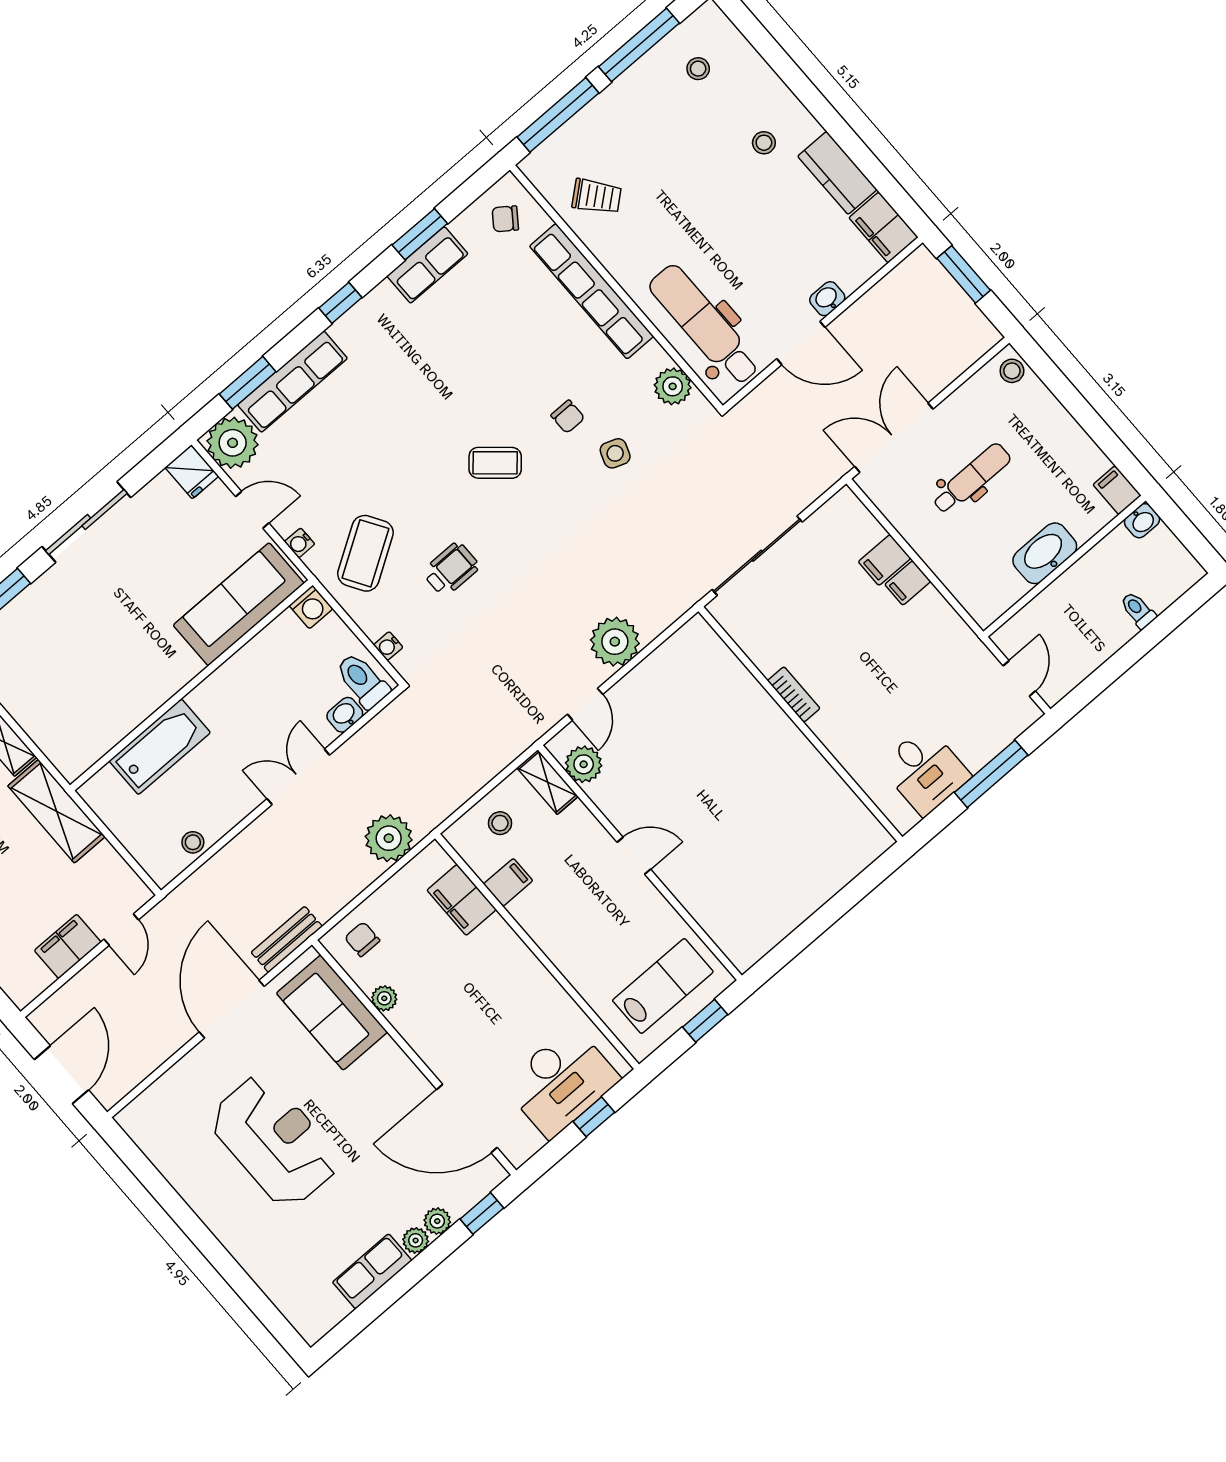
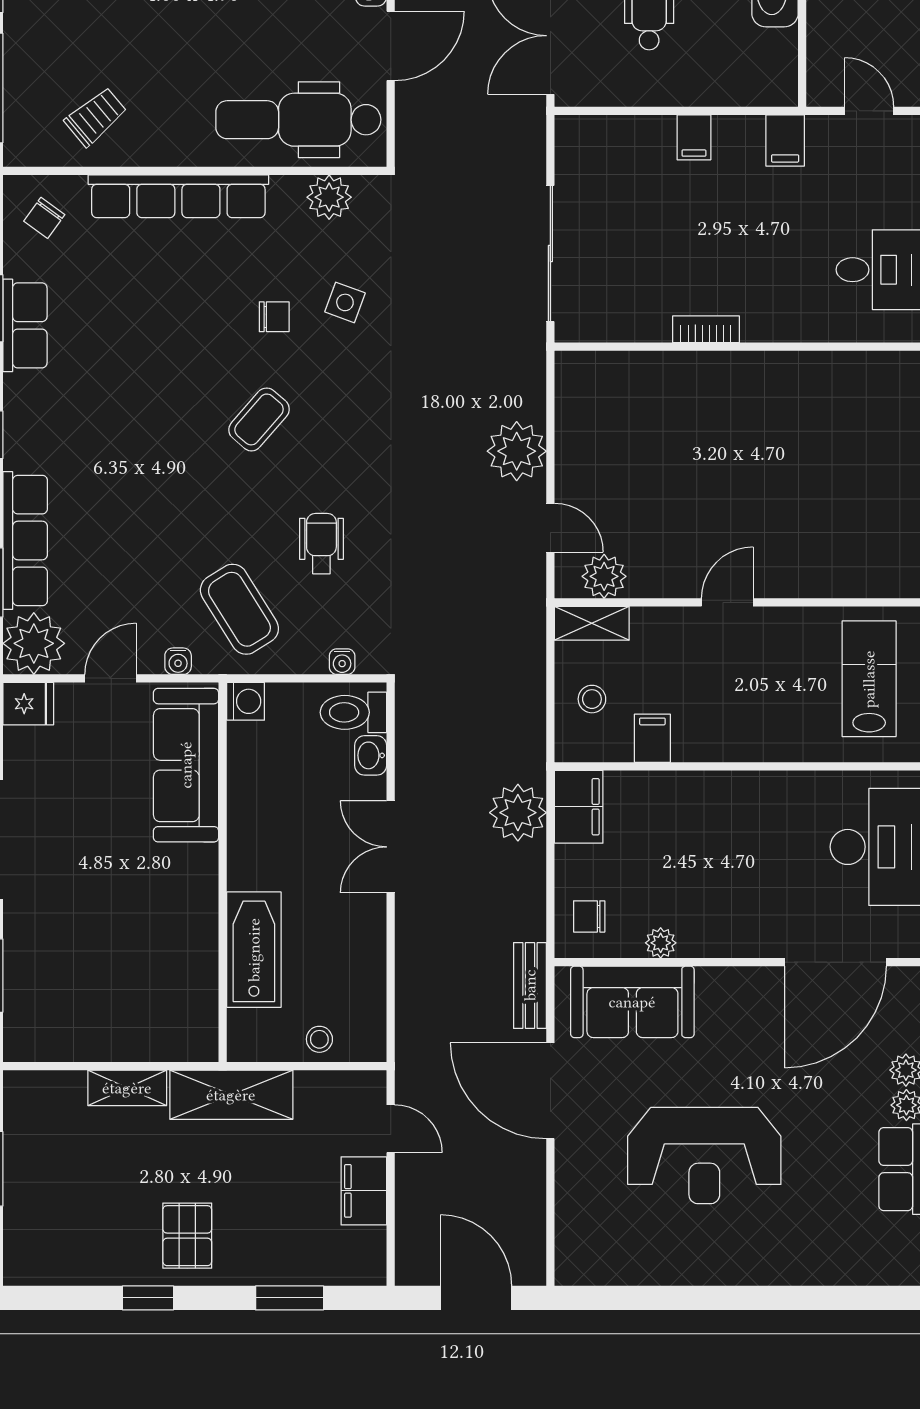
filing cabinet: (885, 560) -> (785, 141), moved
stool: (193, 842) -> (319, 1039), moved
filing cabinet: (462, 900) -> (579, 807), moved, turned -90
reception desk: (274, 1141) -> (704, 1156), turned 180

